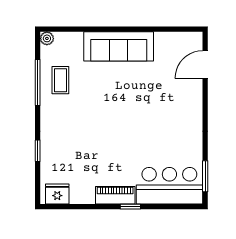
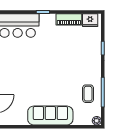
piano: (115, 195) -> (69, 19), moved

